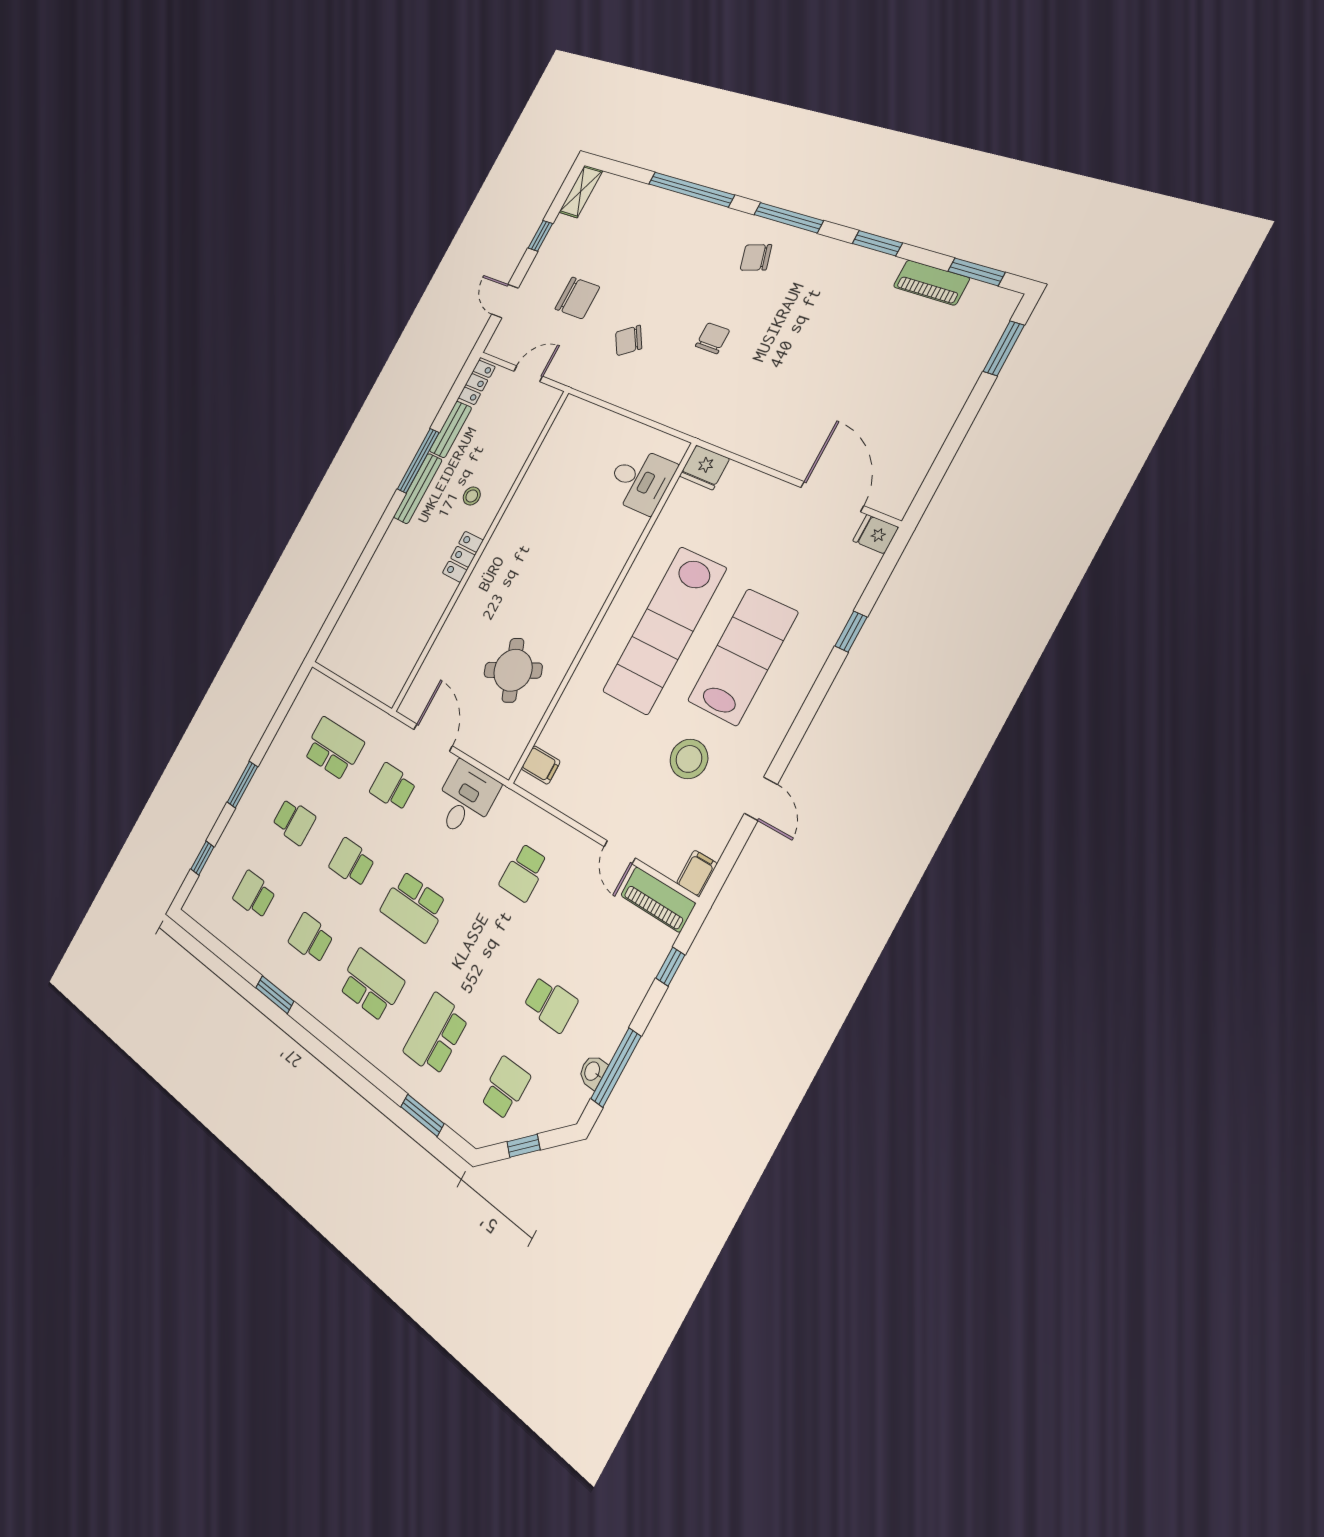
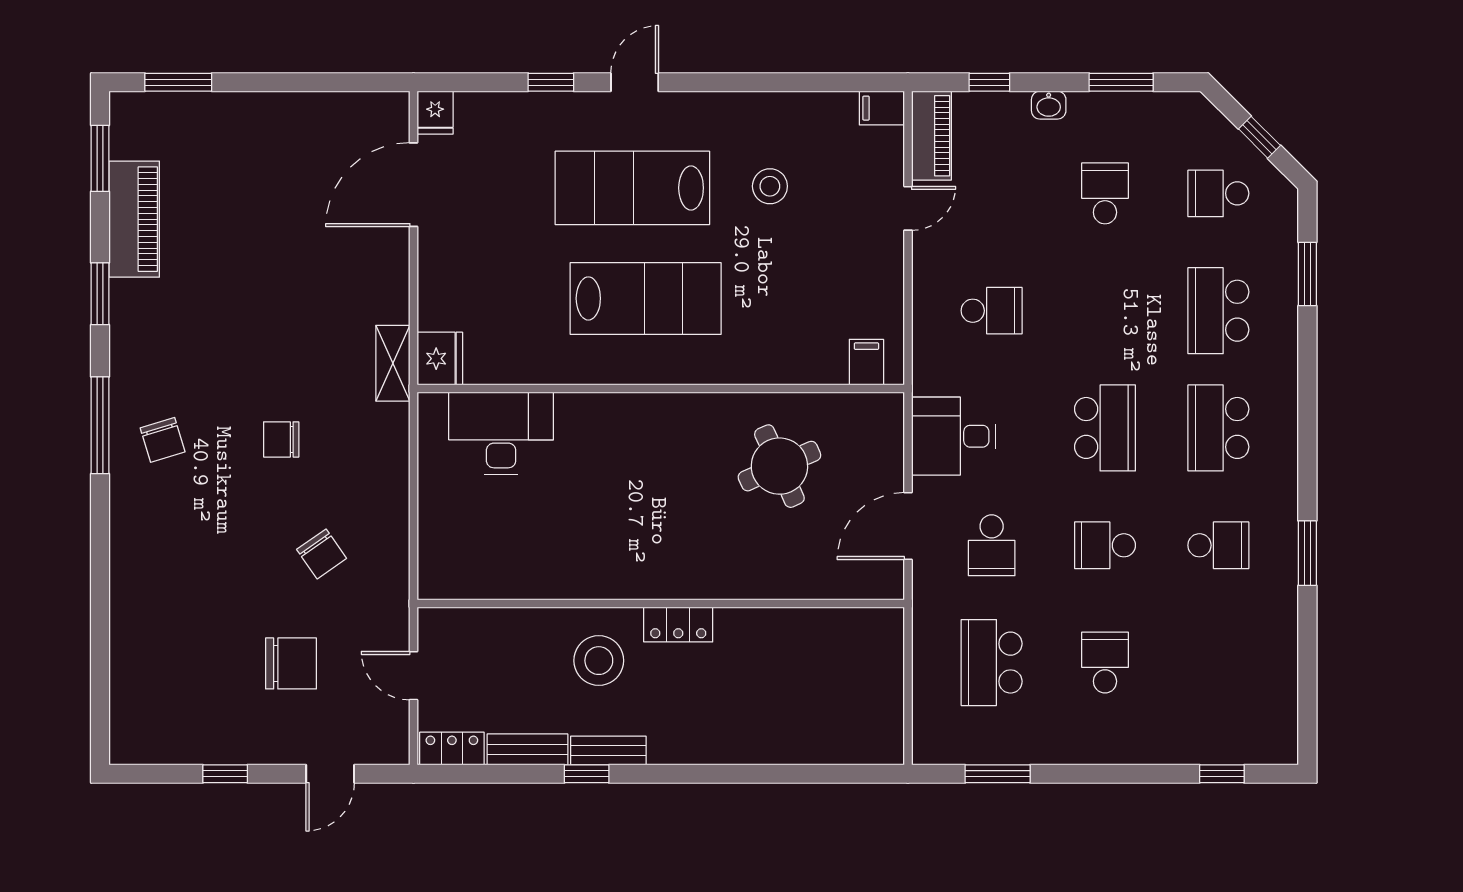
window: (691, 189) -> (100, 582), removed
shelving: (581, 191) -> (393, 363), moved, turned 90
piano: (931, 282) -> (134, 219), width x1.37, depth x1.33
chair: (577, 298) -> (291, 663), turned 90
window: (418, 461) -> (587, 774), width x0.46
desk: (640, 480) -> (501, 433), width x1.37
bench: (418, 489) -> (608, 750), width x0.73
stool: (472, 496) -> (599, 661), width x1.89, depth x1.89
lab bench: (664, 630) -> (646, 298), width x0.73
stool: (689, 759) -> (770, 186), width x0.73, depth x0.73
window: (242, 784) -> (998, 774), moved
door: (761, 799) -> (635, 82), moved
school desk: (352, 863) -> (1105, 545), turned 90
school desk: (254, 895) -> (1218, 663), removed
school desk: (311, 938) -> (1218, 545), turned -90
school desk: (436, 1034) -> (1218, 311), turned 90
window: (616, 1067) -> (1121, 82), width x0.69
washbasin: (593, 1072) -> (1049, 105), moved

